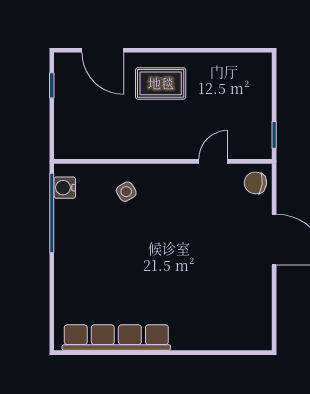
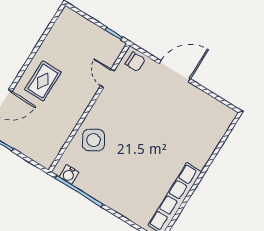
chair: (255, 183) -> (135, 62), turned -96
side table: (126, 192) -> (94, 140), width x1.87, depth x1.87

